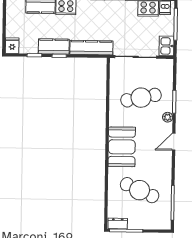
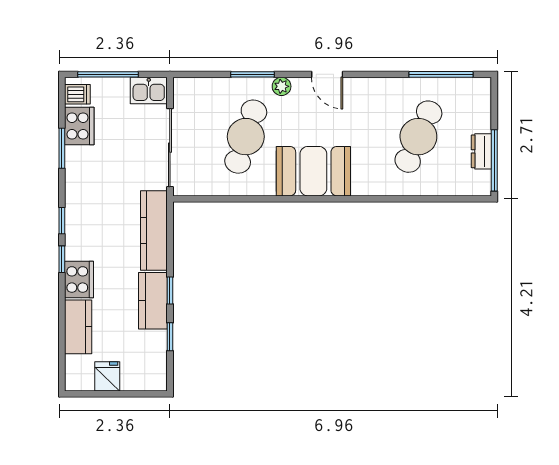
fridge: (12, 46) -> (107, 376), moved, turned 90
cafe table: (141, 98) -> (246, 137), turned 30
booth: (122, 147) -> (313, 171), moved
dresser: (118, 223) -> (481, 151), moved

